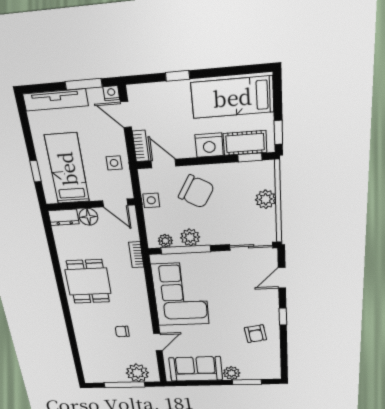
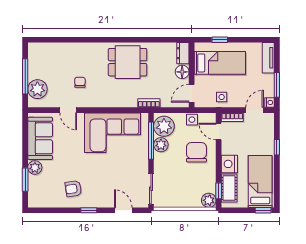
tv unit: (55, 100) -> (268, 58), width x0.71
window: (278, 132) -> (263, 210), moved
door: (163, 164) -> (219, 131), swing flipped
chair: (196, 192) -> (196, 152), turned 150
plant: (266, 199) -> (209, 200), moved
plant: (165, 241) -> (164, 126), width x1.87, depth x1.87

